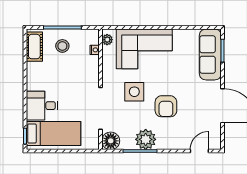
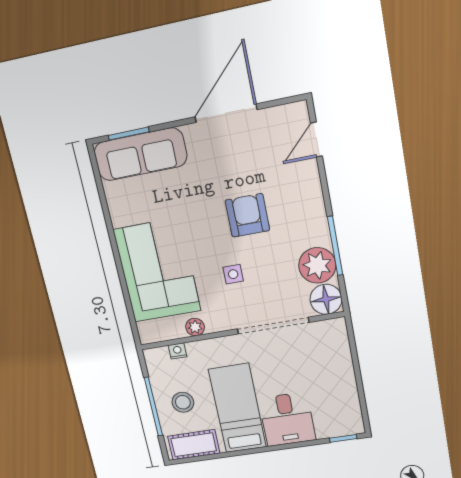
plant: (107, 40) -> (195, 327), moved
side table: (134, 92) -> (233, 274), width x0.54, depth x0.54
armchair: (166, 106) -> (247, 215), turned -90
bed: (53, 134) -> (237, 408), moved
plant: (146, 139) -> (317, 265), moved
door: (199, 151) -> (316, 140), hinge flipped

